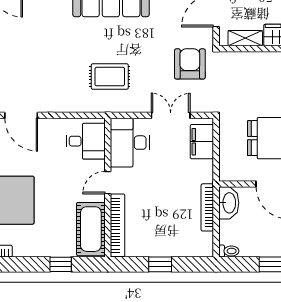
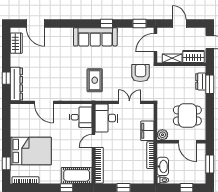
rug: (110, 77) -> (95, 80), turned 90
filing cabinet: (202, 142) -> (147, 131), moved
plant: (228, 172) -> (162, 135), added
washbasin: (229, 203) -> (163, 166), moved
cot: (91, 229) -> (77, 175), moved, turned 90

